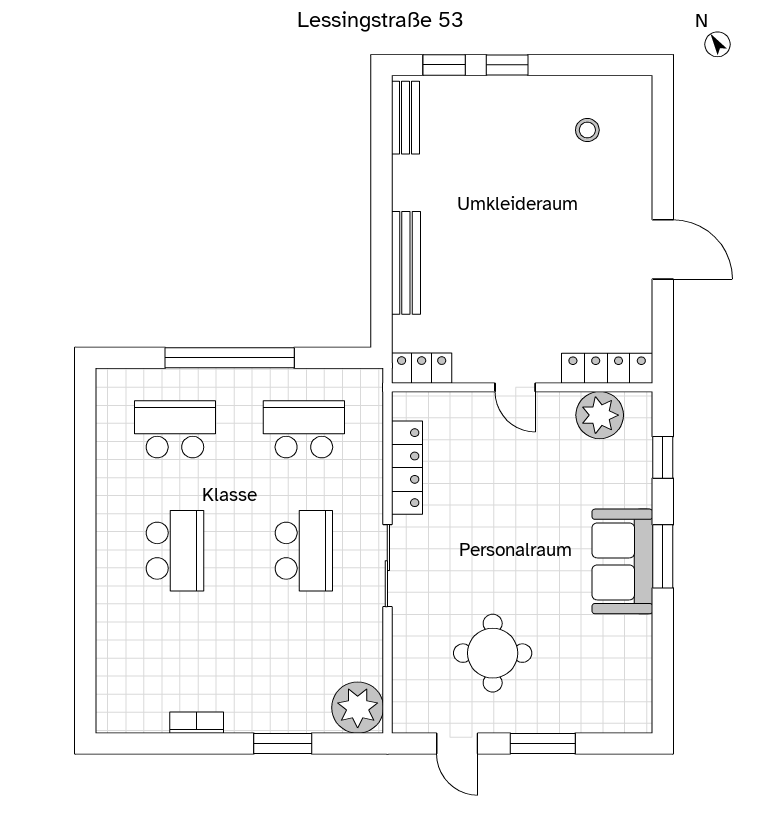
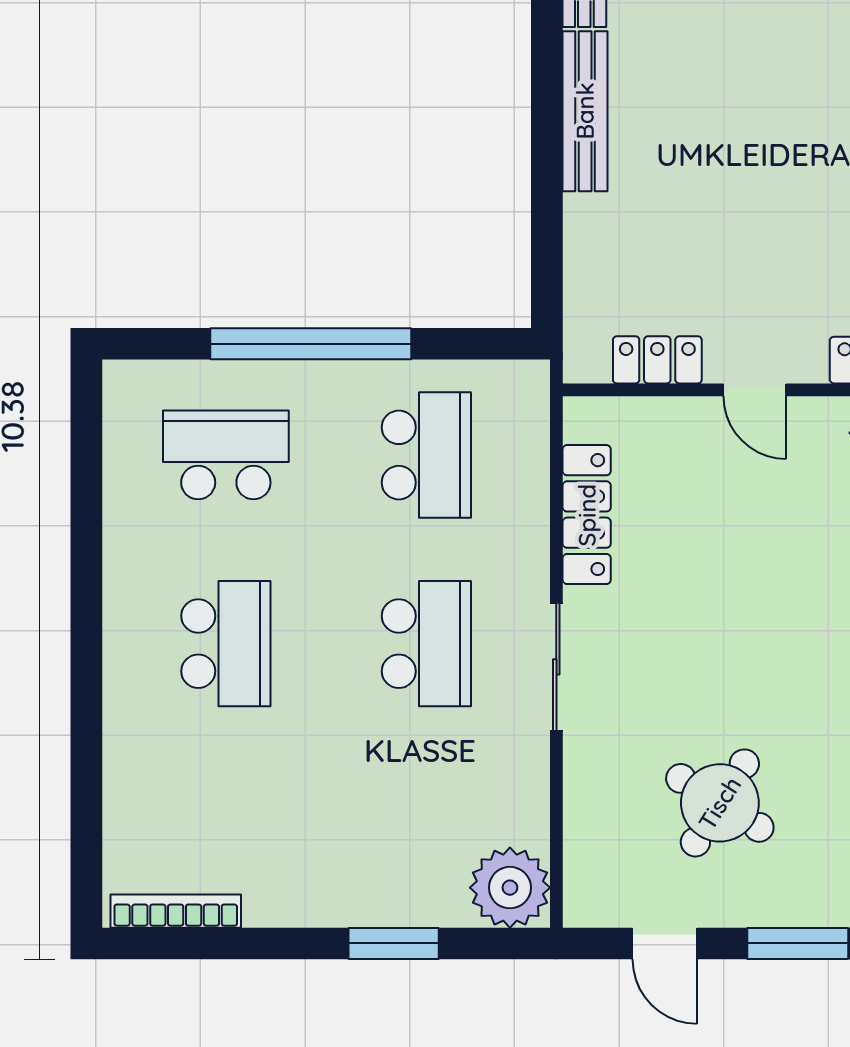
bench: (406, 263) -> (585, 111), moved
locker: (422, 368) -> (657, 360), moved
school desk: (304, 429) -> (426, 455), turned 90
round table: (493, 653) -> (720, 803), turned 32
bookcase: (197, 723) -> (176, 911), moved, width x1.56

